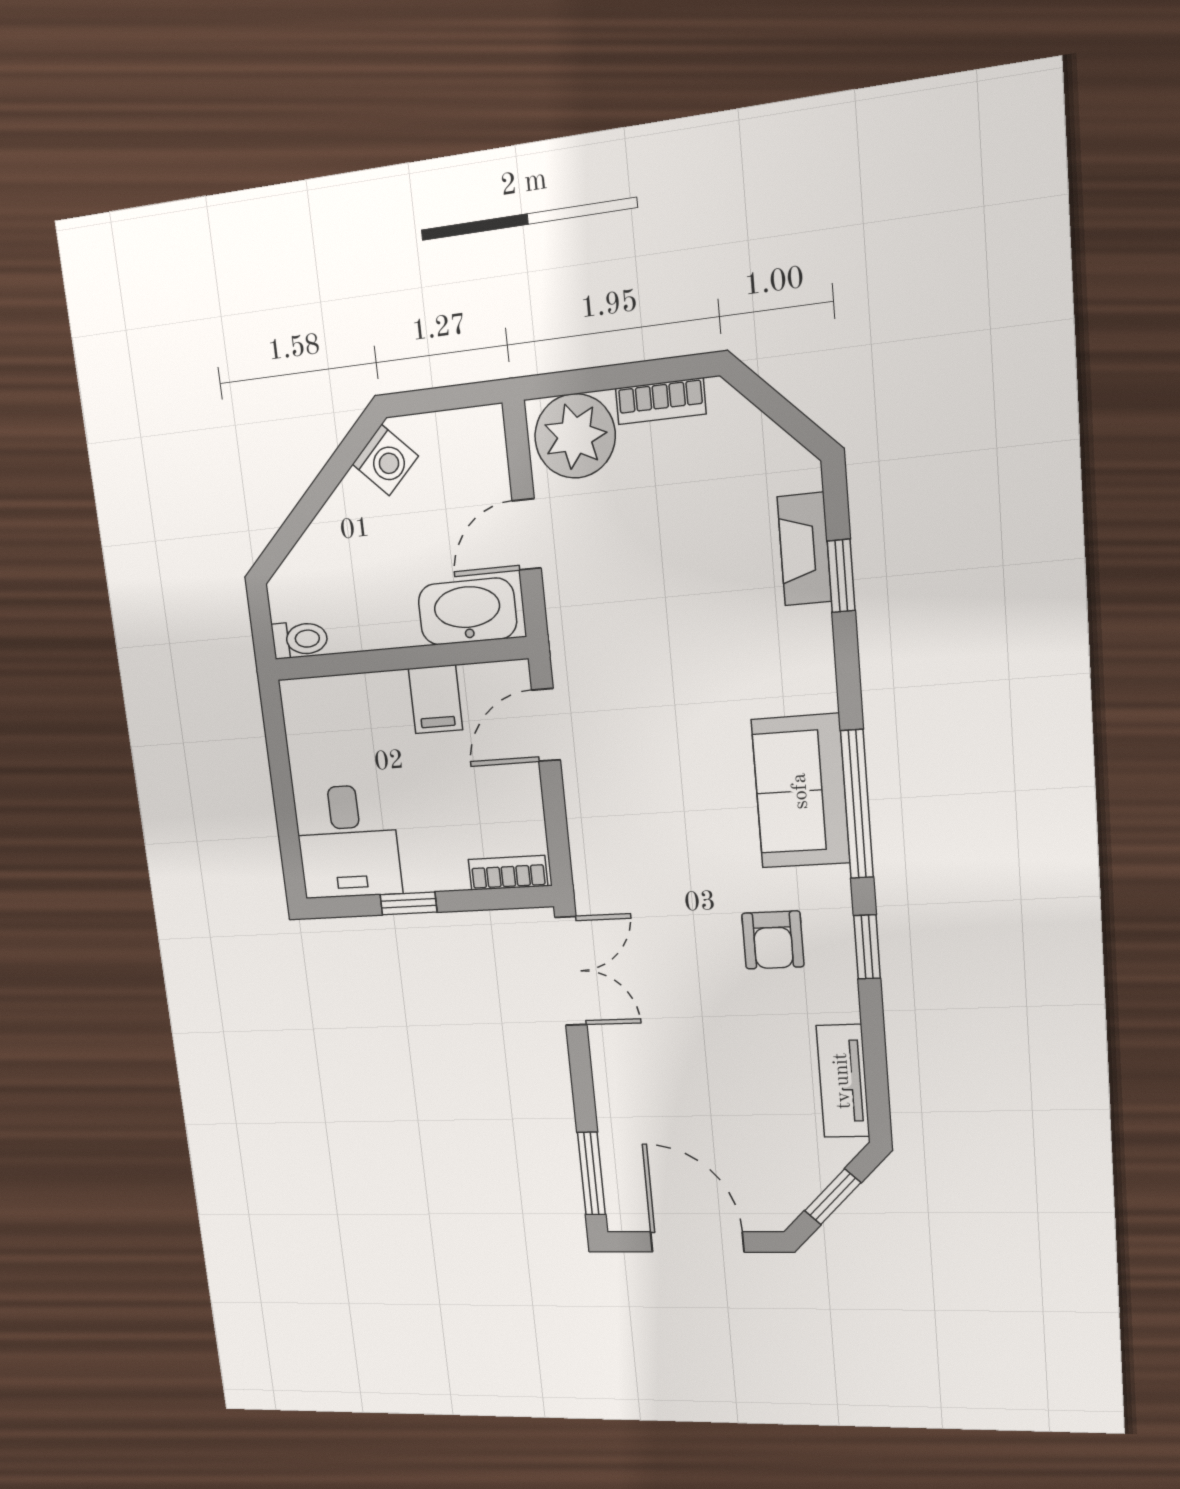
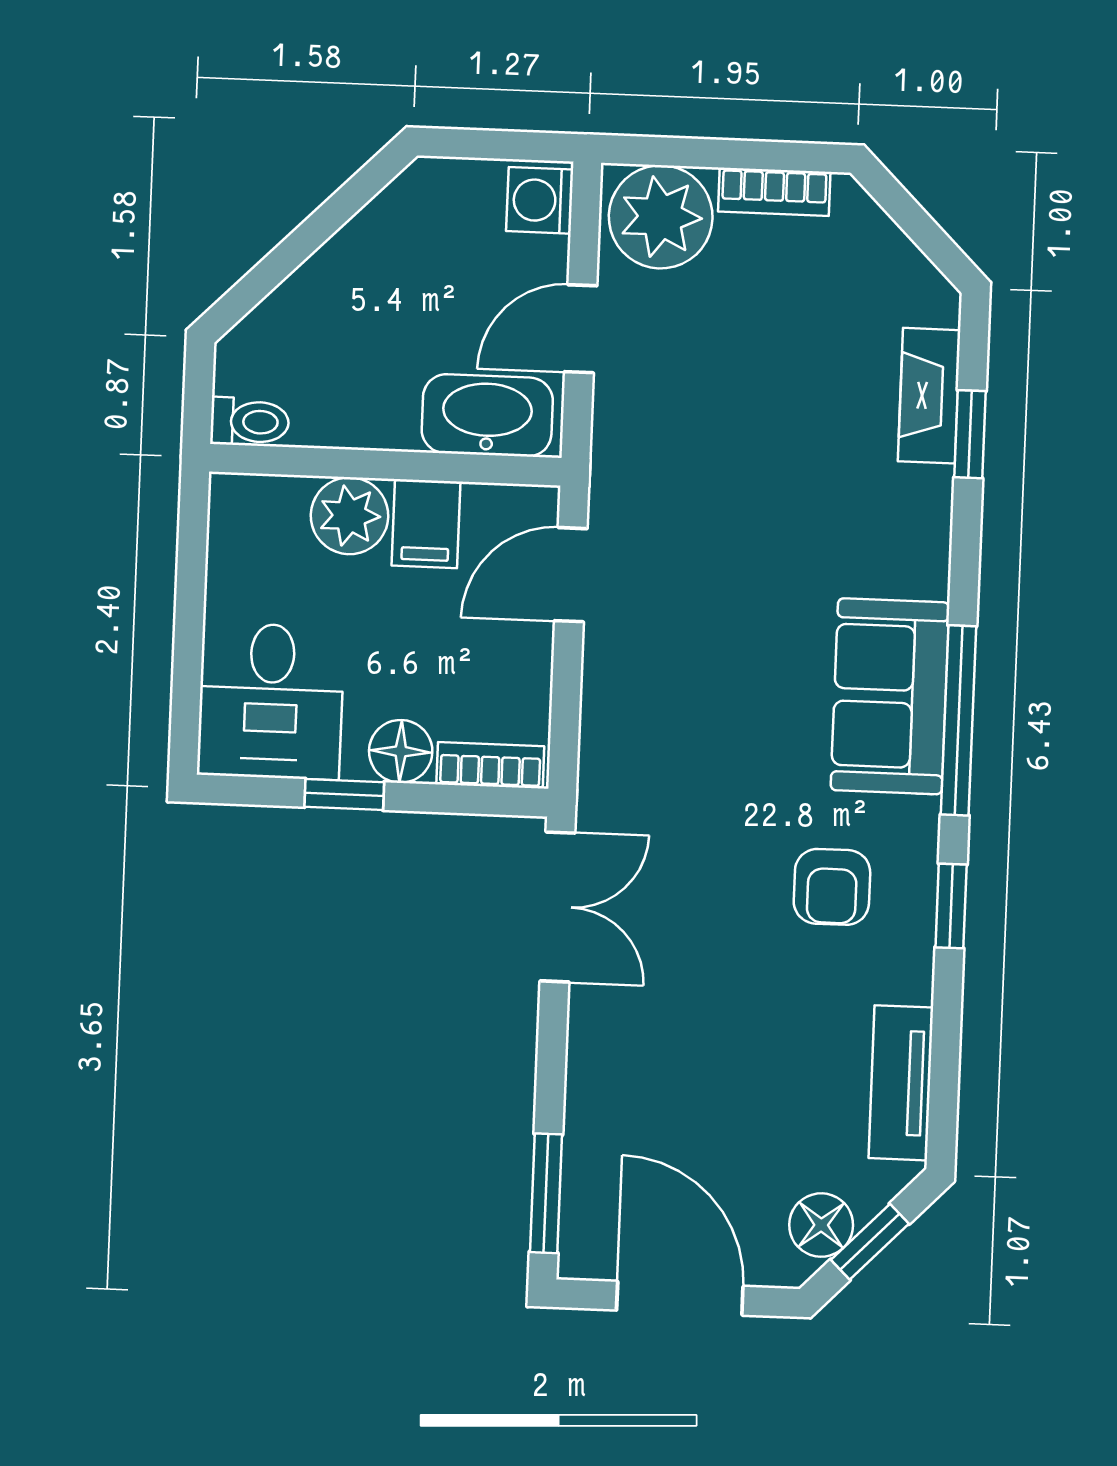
washing machine: (385, 460) -> (540, 200), moved, turned 135
plant: (380, 700) -> (350, 516), added
floor lamp: (443, 869) -> (401, 751), added
floor lamp: (795, 1186) -> (821, 1225), added

